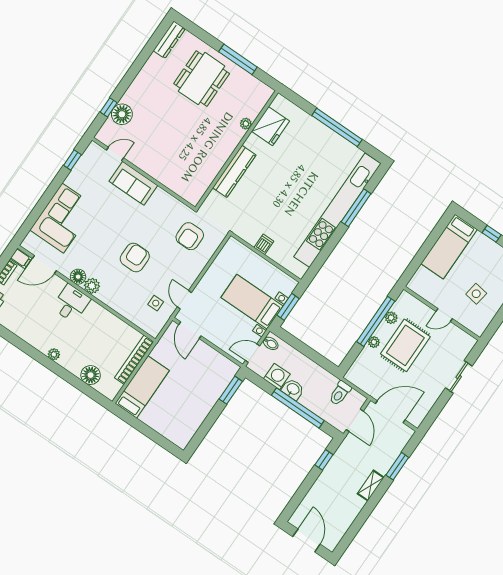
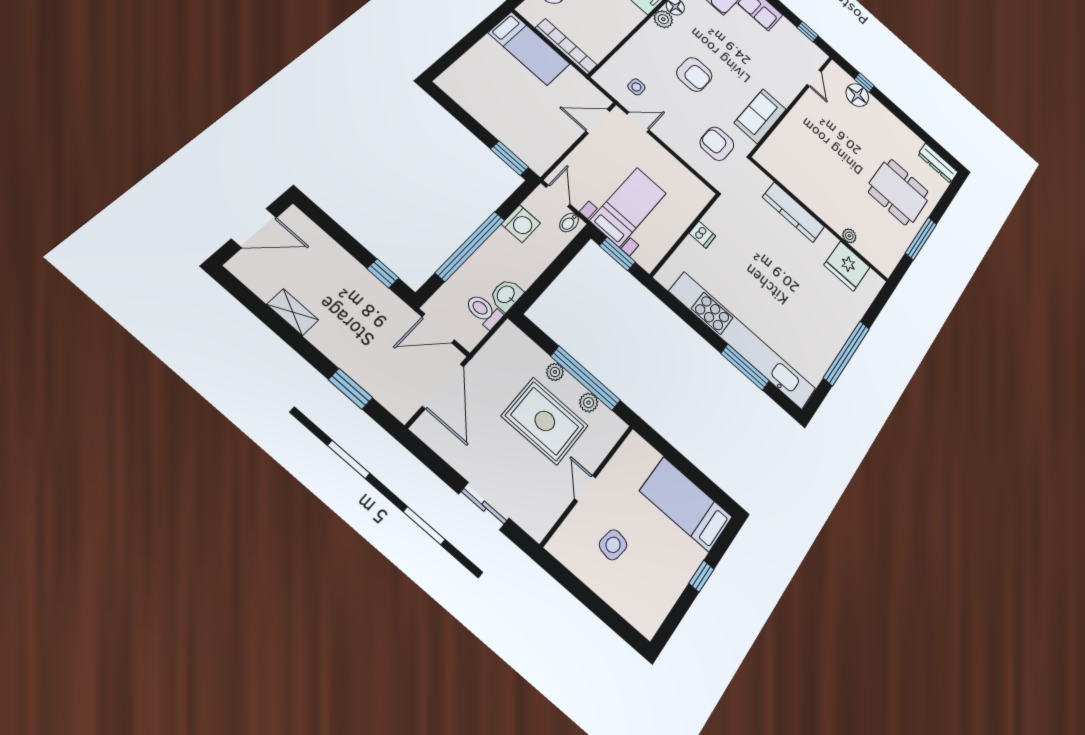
sofa: (133, 183) -> (760, 116), moved
washbasin: (293, 389) -> (506, 295), moved, turned 180
shelving: (371, 486) -> (293, 312), moved

